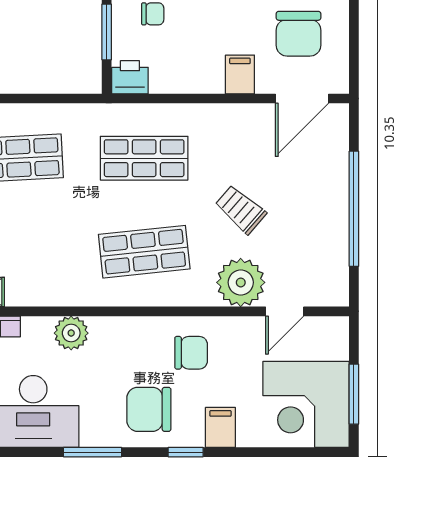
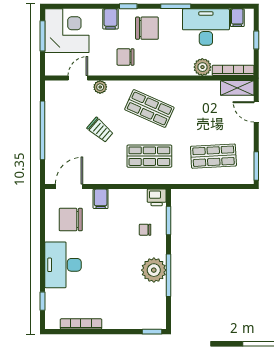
chair: (299, 34) -> (71, 220), turned -90
shop shelf: (144, 252) -> (149, 108), turned 30
plant: (241, 282) -> (100, 87), width x0.53, depth x0.53
plant: (71, 333) -> (202, 67), moved

